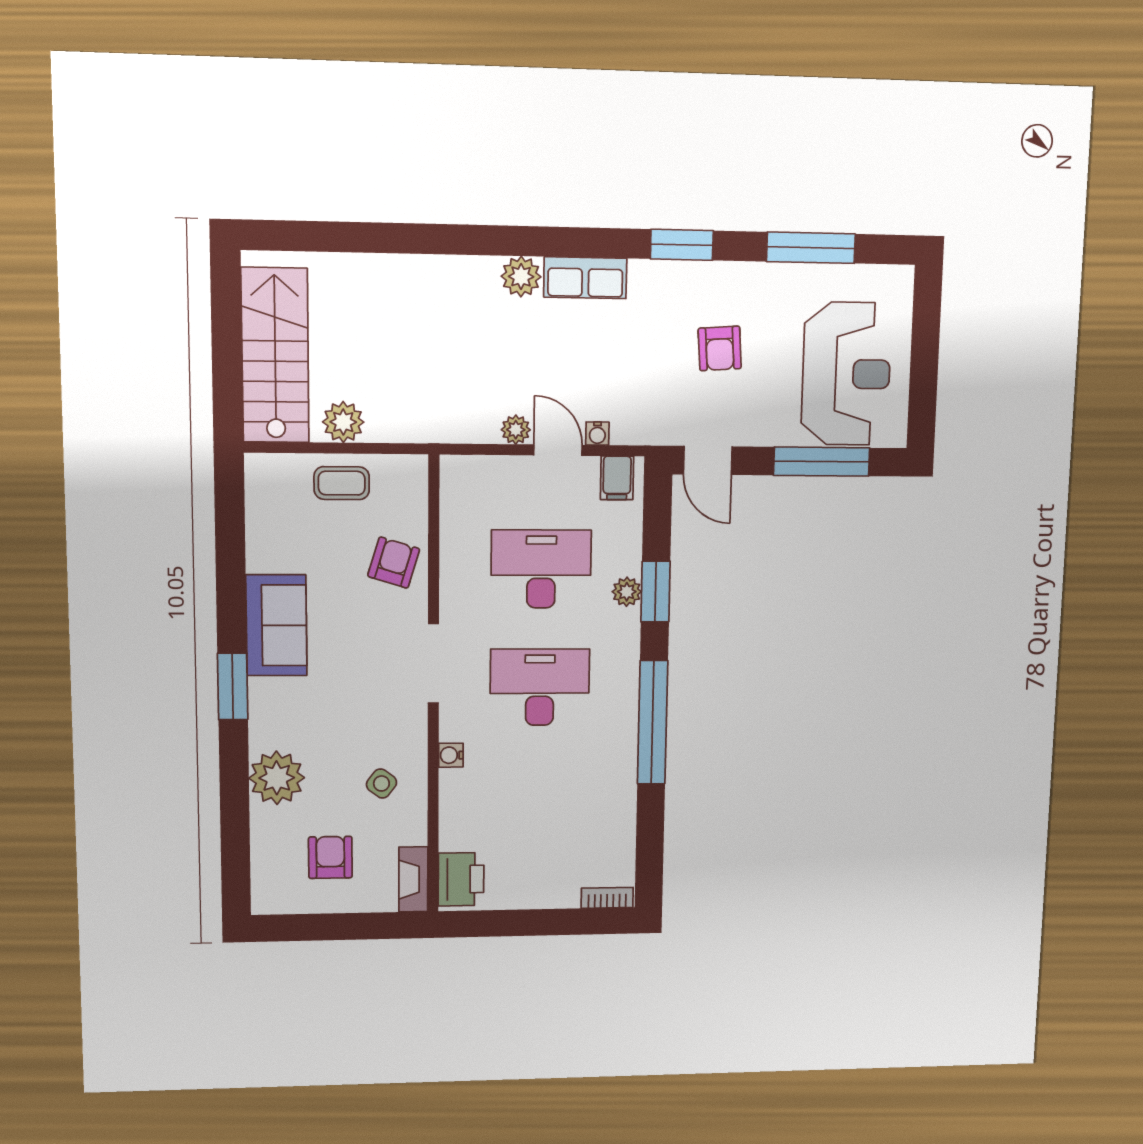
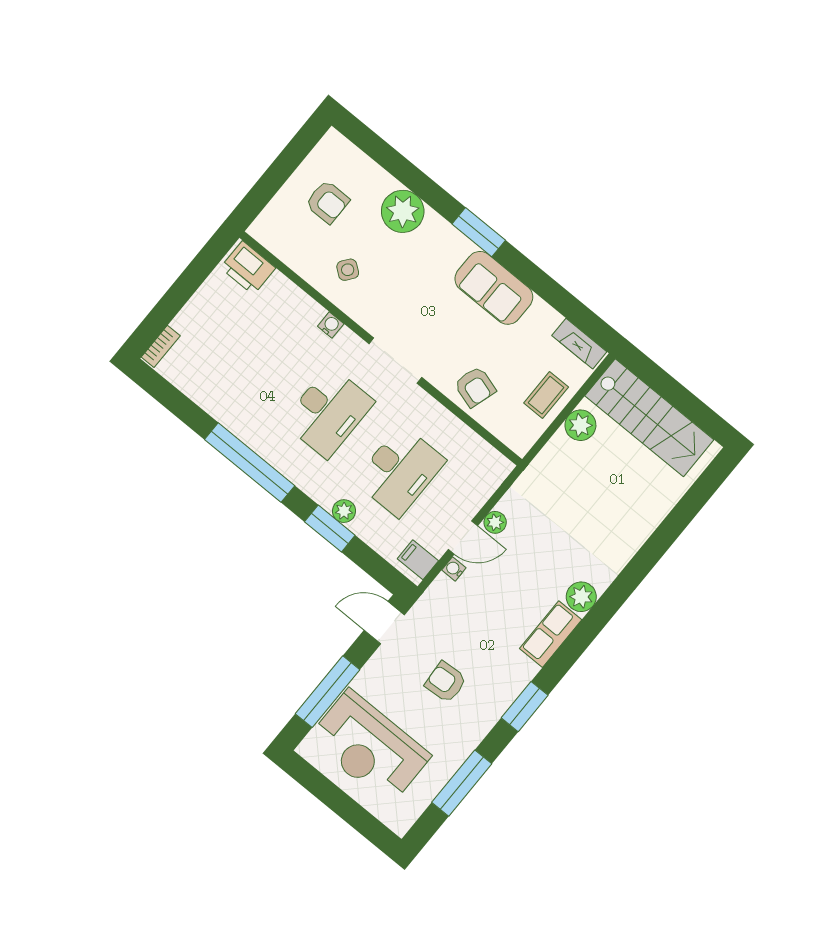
fireplace: (413, 879) -> (579, 344), moved, turned 180

